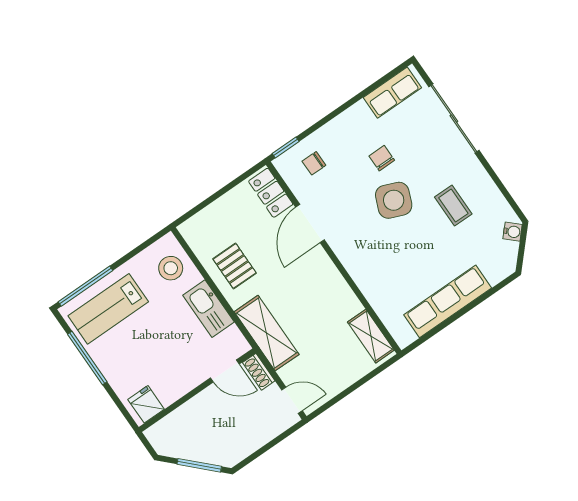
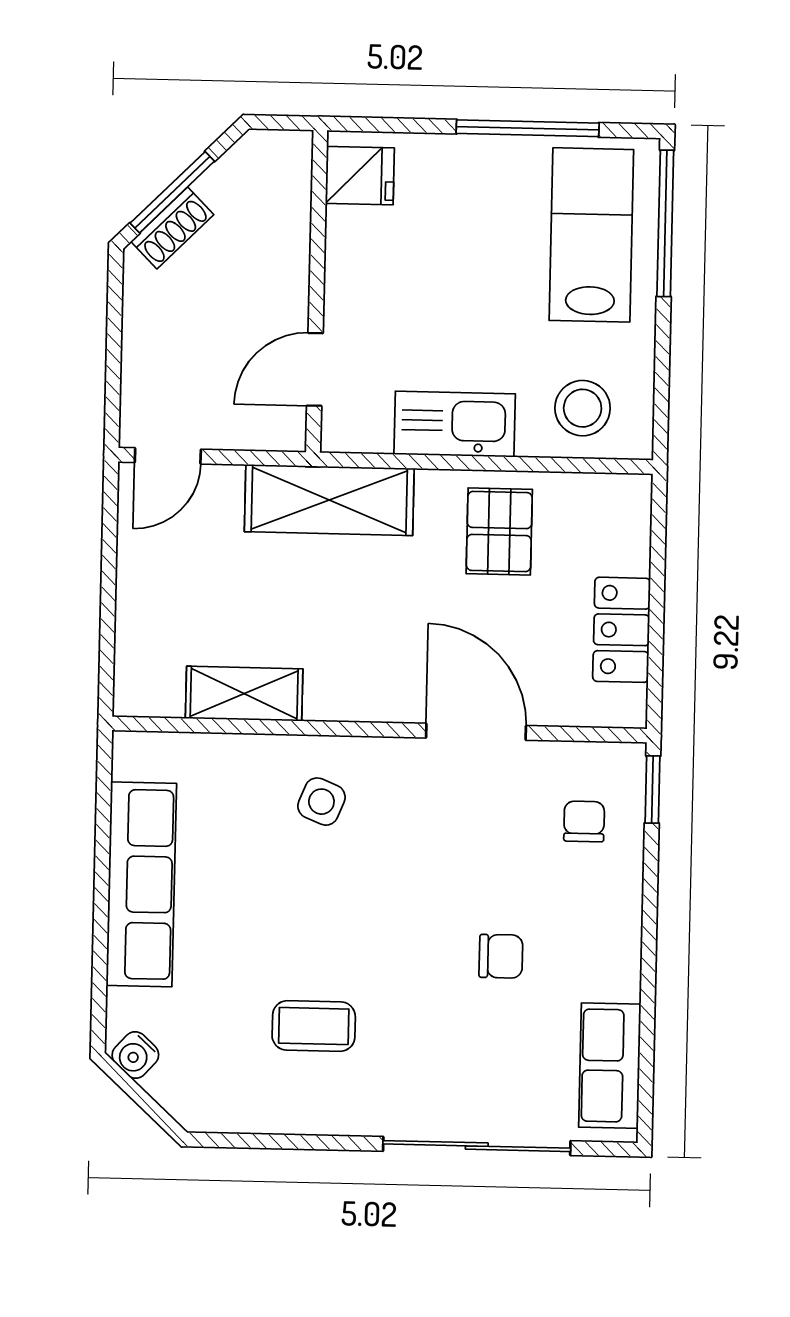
locker: (271, 193) -> (622, 630), moved, turned -90
side table: (394, 200) -> (321, 802), moved, width x0.54, depth x0.54
water cooler: (513, 232) -> (135, 1055), moved
pallet: (235, 266) -> (499, 531), turned 90
shelving: (371, 336) -> (244, 694), moved
shoe rack: (259, 372) -> (172, 228), moved, turned 135

